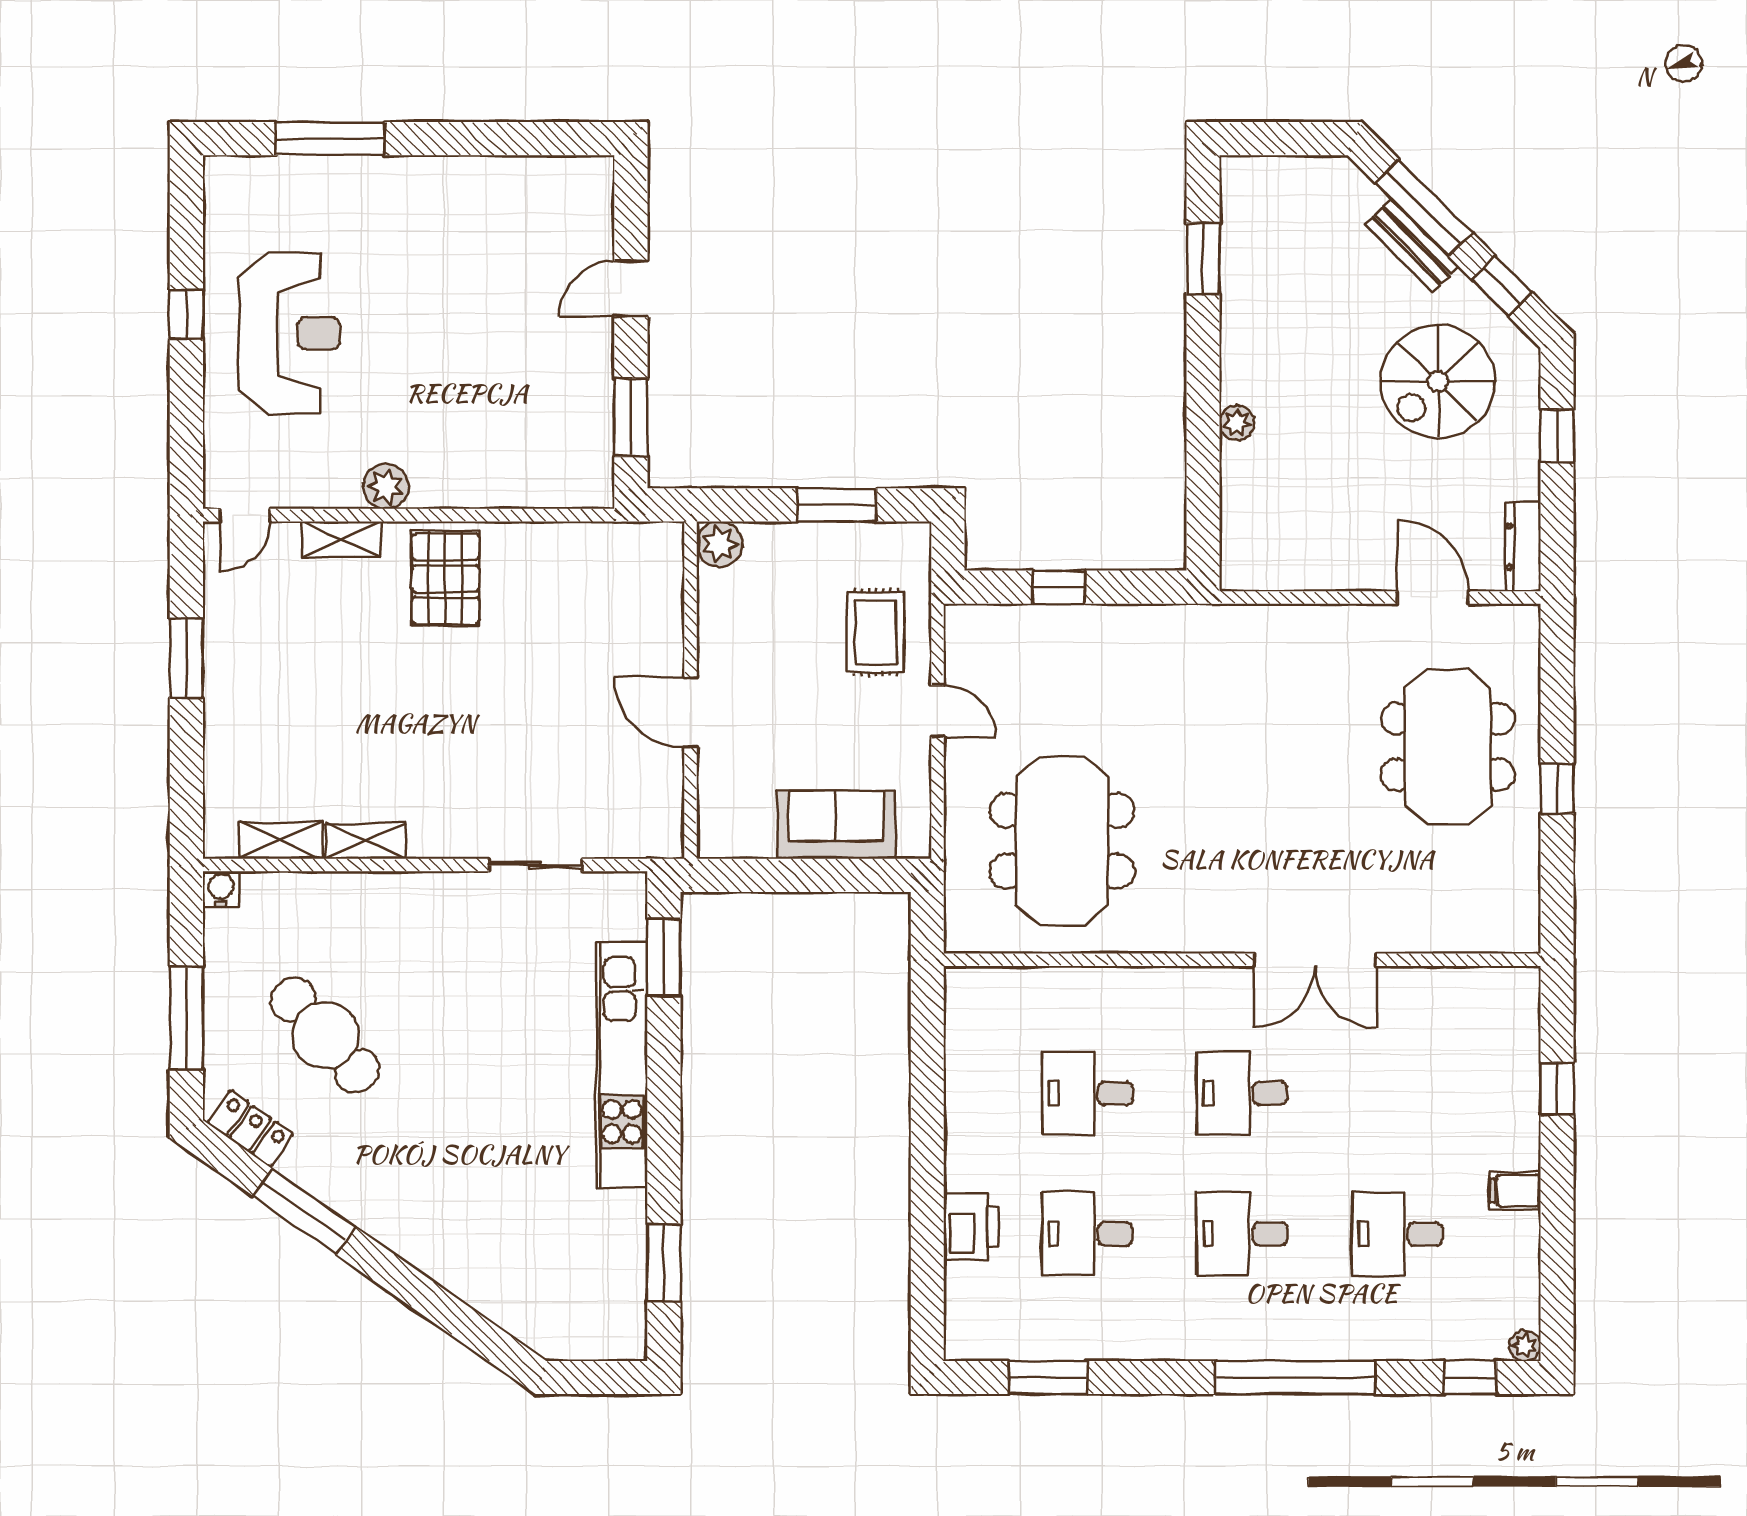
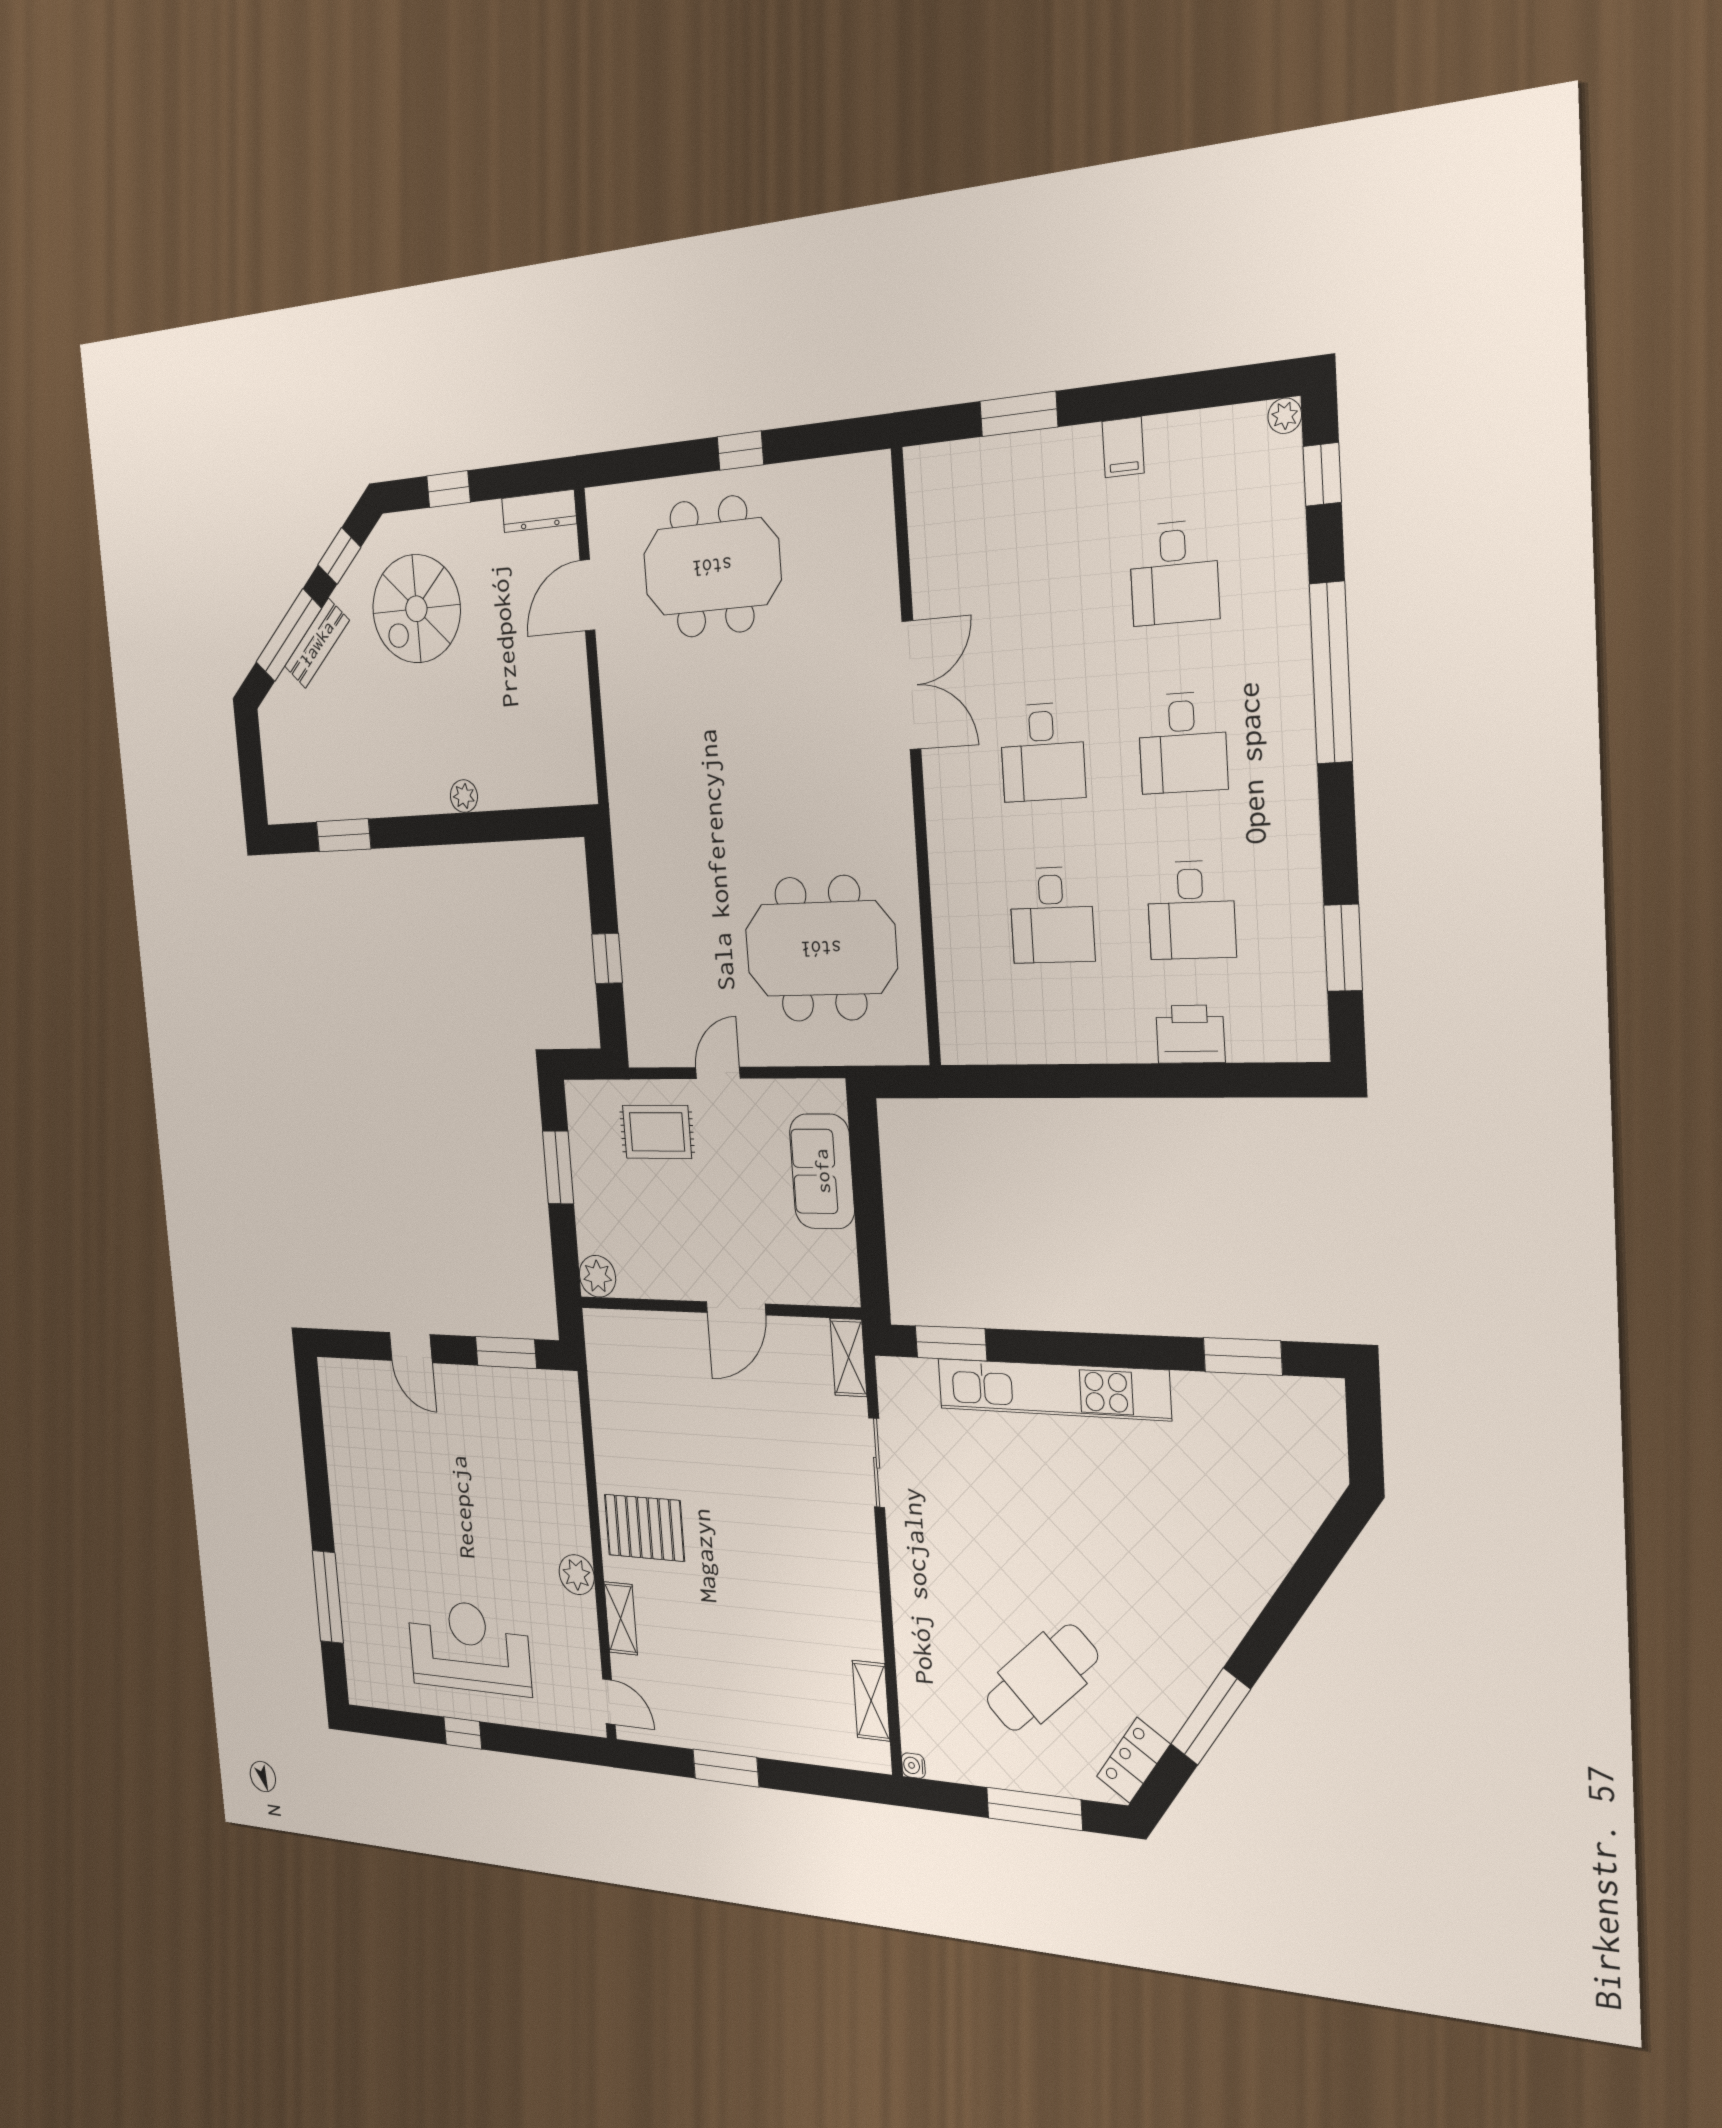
spiral stairs: (1438, 382) -> (416, 609), turned 90
shelving: (366, 841) -> (848, 1357), moved
water cooler: (221, 889) -> (913, 1766), width x0.72, depth x0.72
window: (1557, 1089) -> (1019, 414), width x1.50

